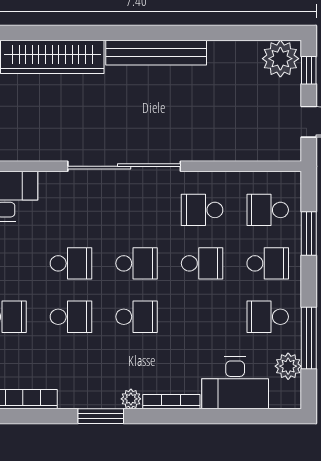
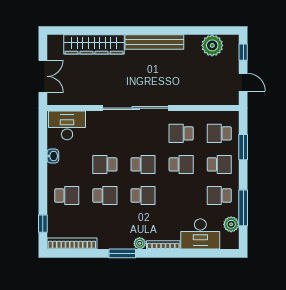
plant: (280, 59) -> (212, 45), moved
school desk: (71, 263) -> (105, 164), turned 180

